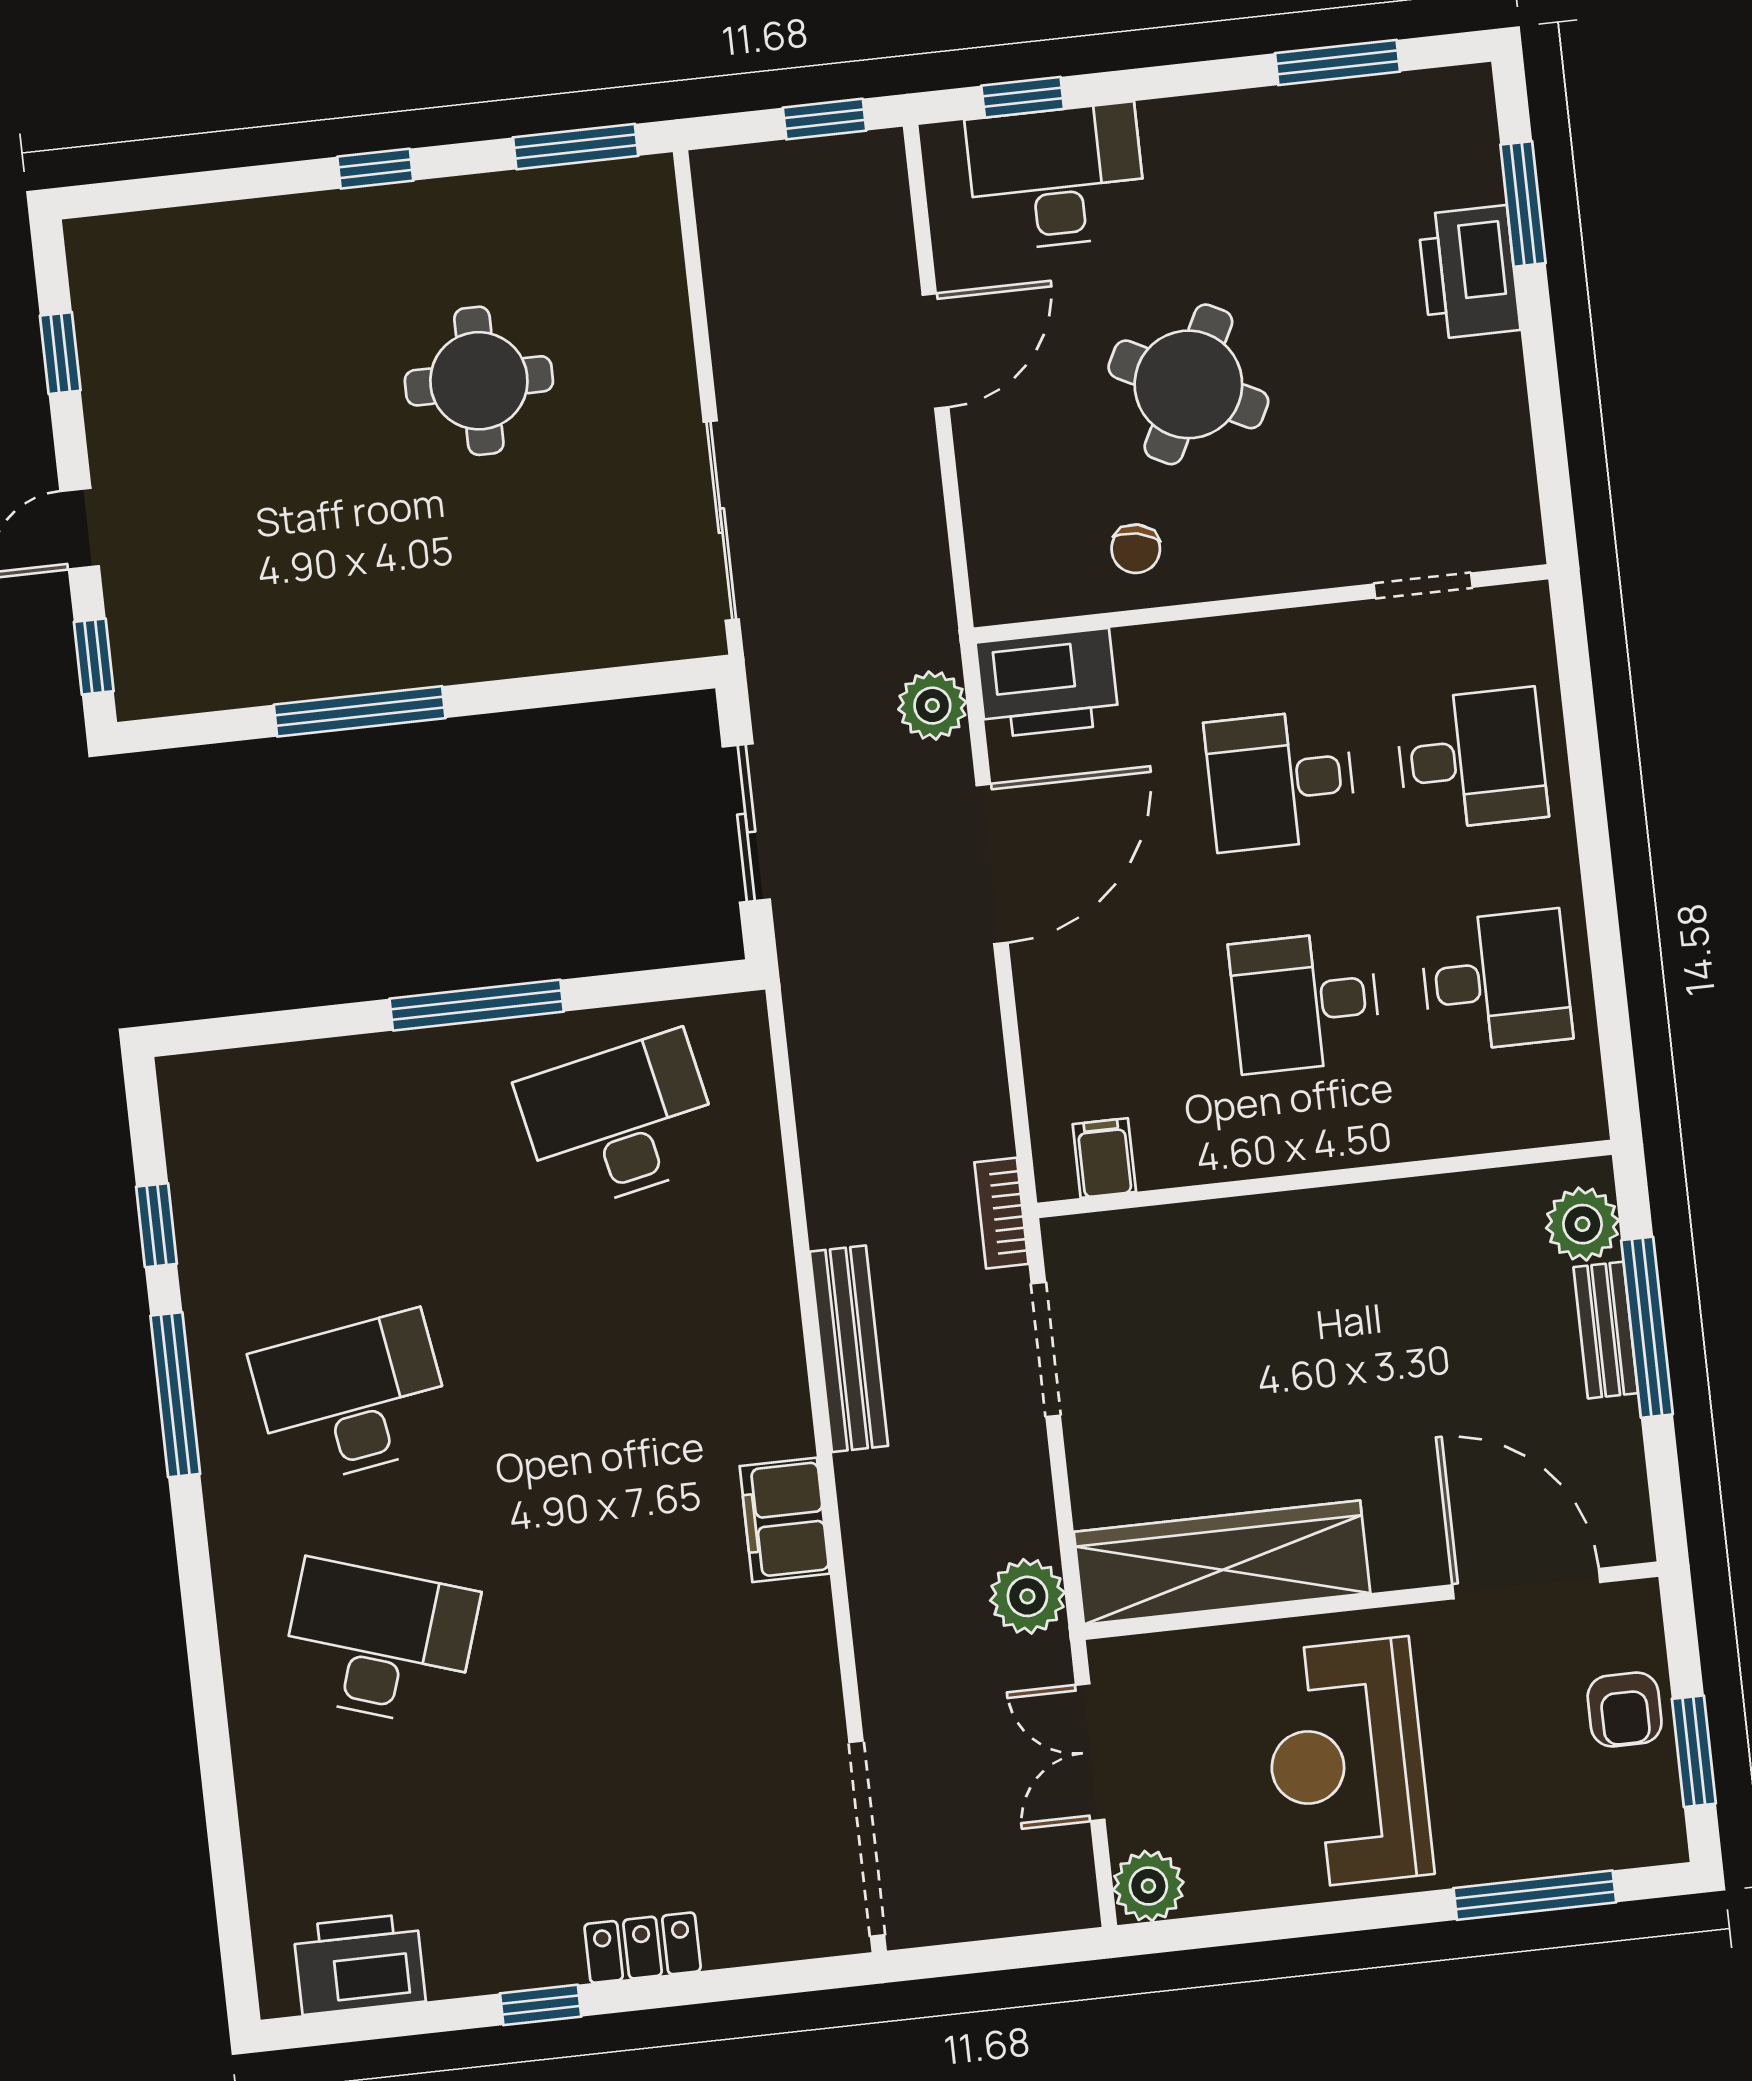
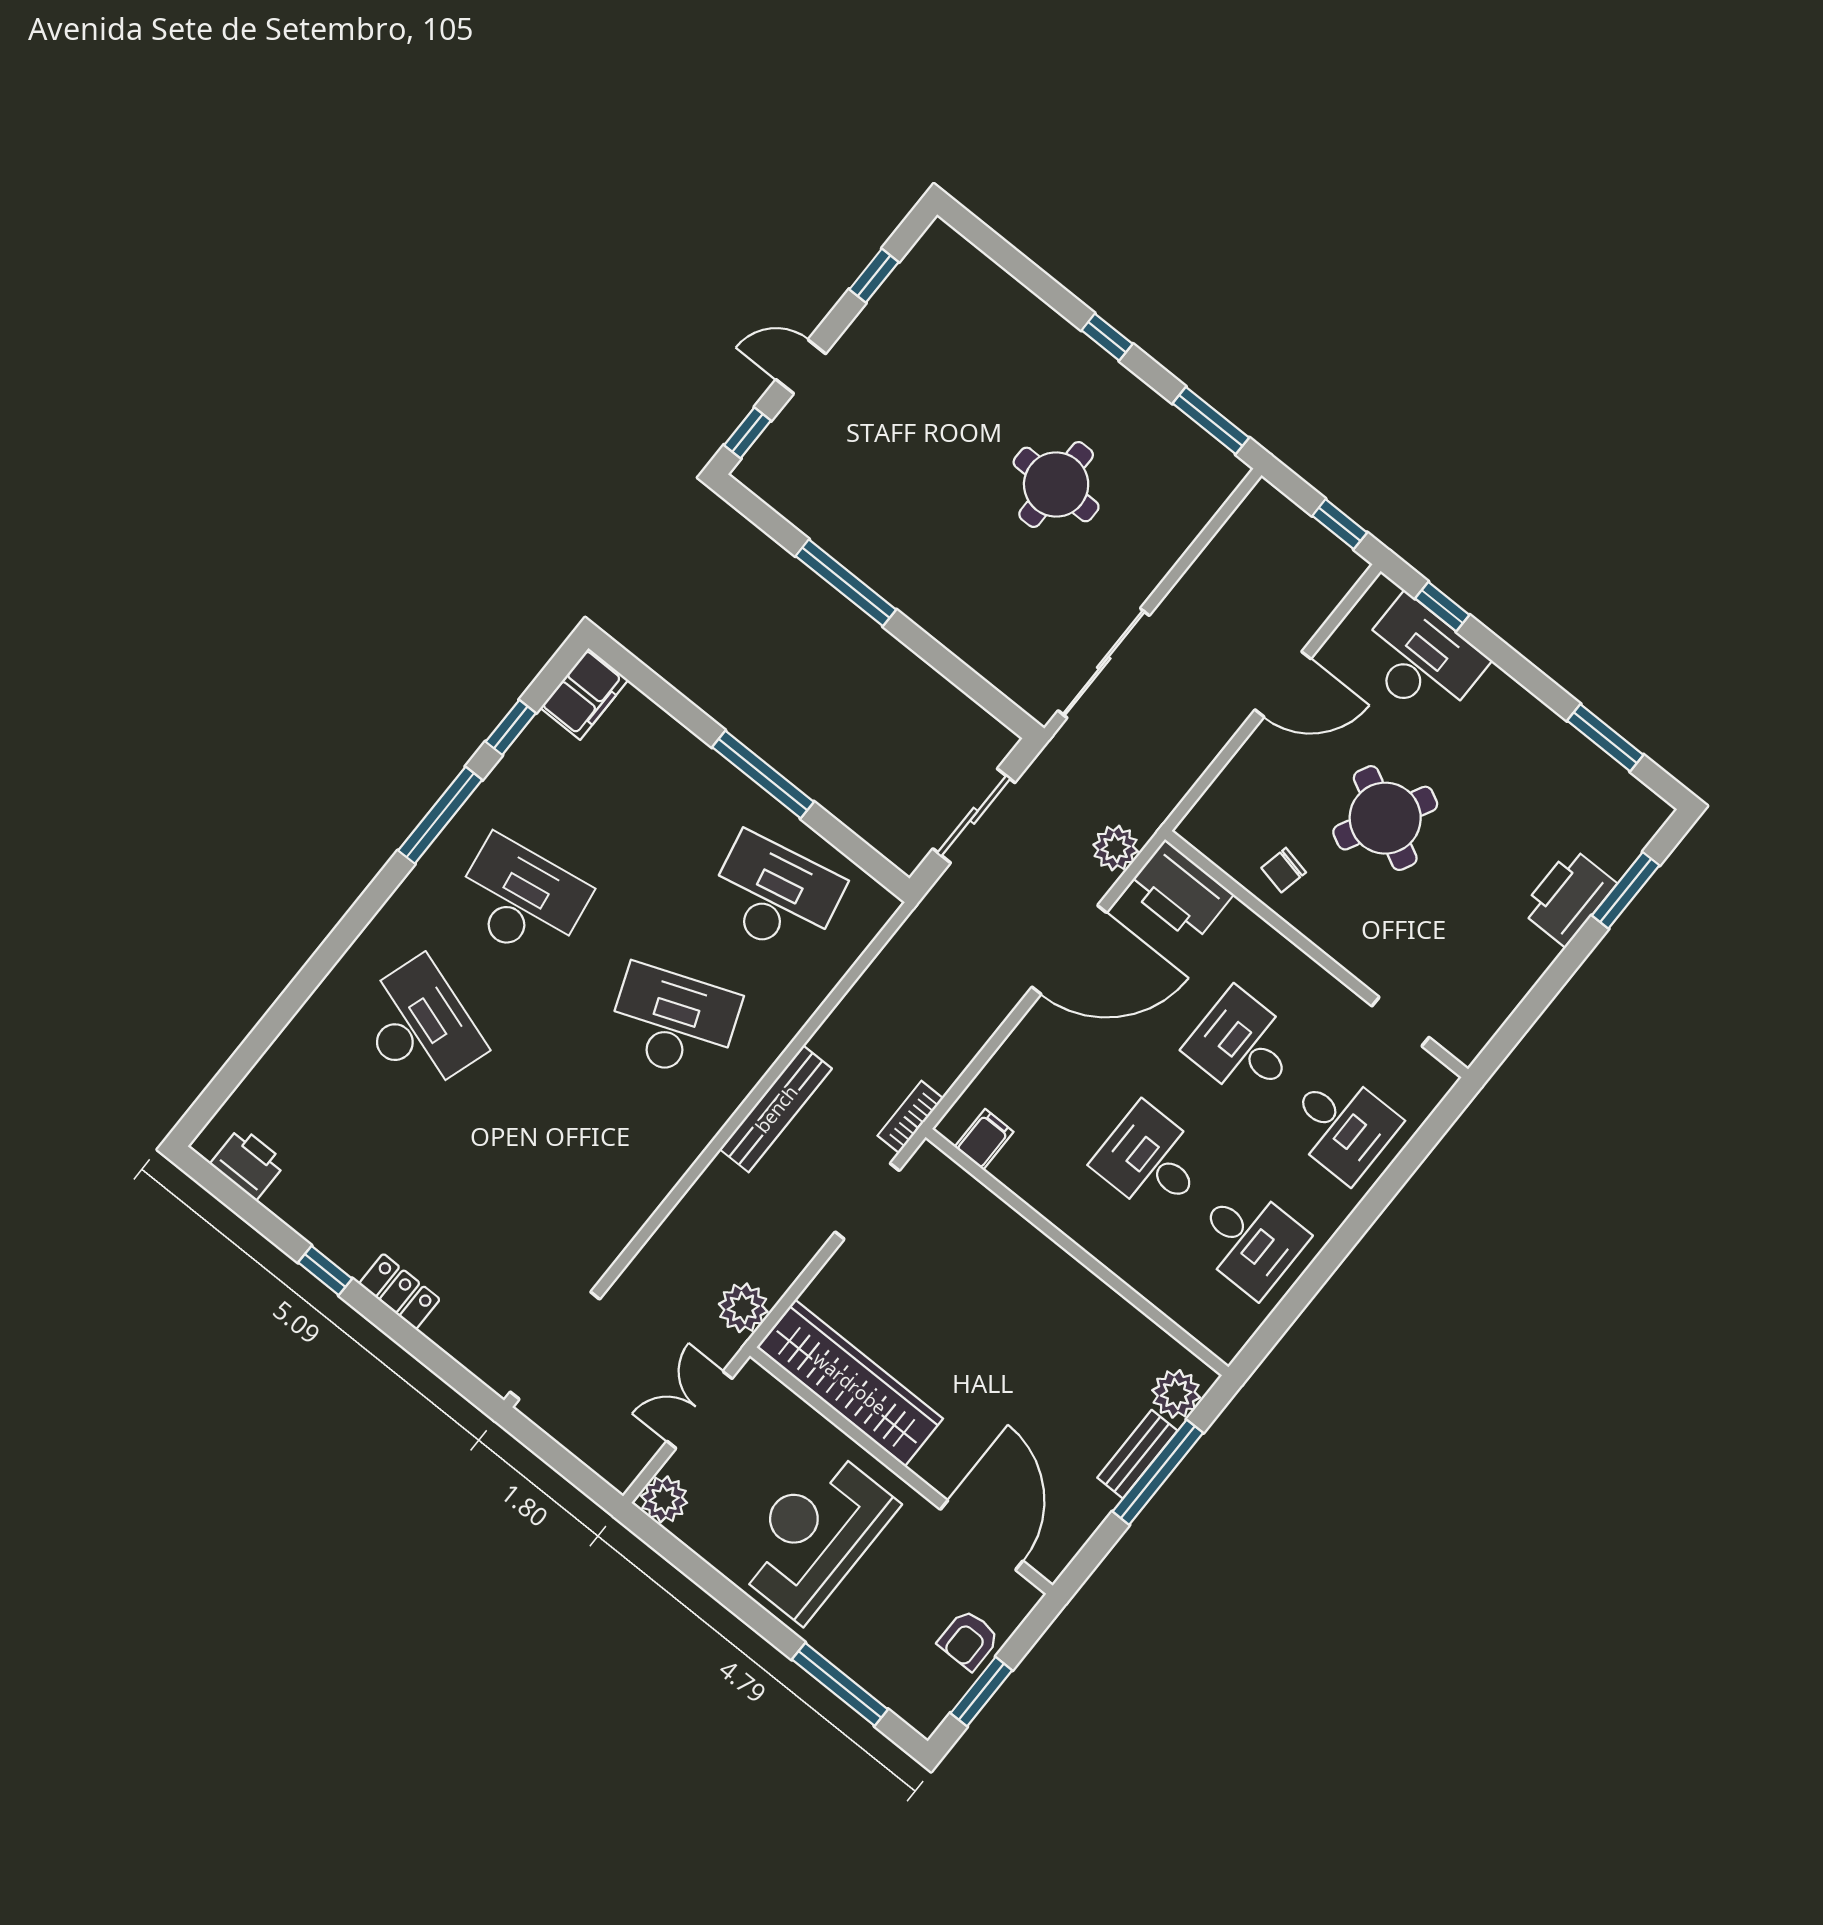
desk: (647, 1366) -> (673, 1022), added
filing cabinet: (785, 1520) -> (584, 694), moved, turned 180
printer: (359, 1964) -> (248, 1163), width x0.73, depth x0.84

